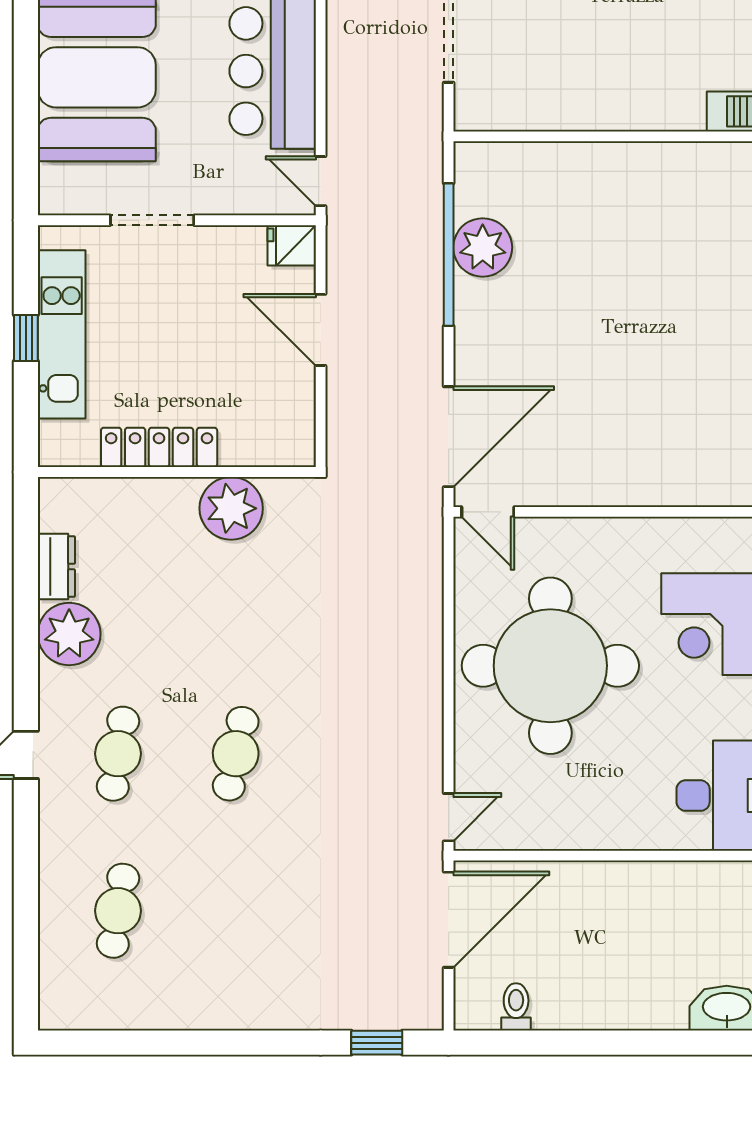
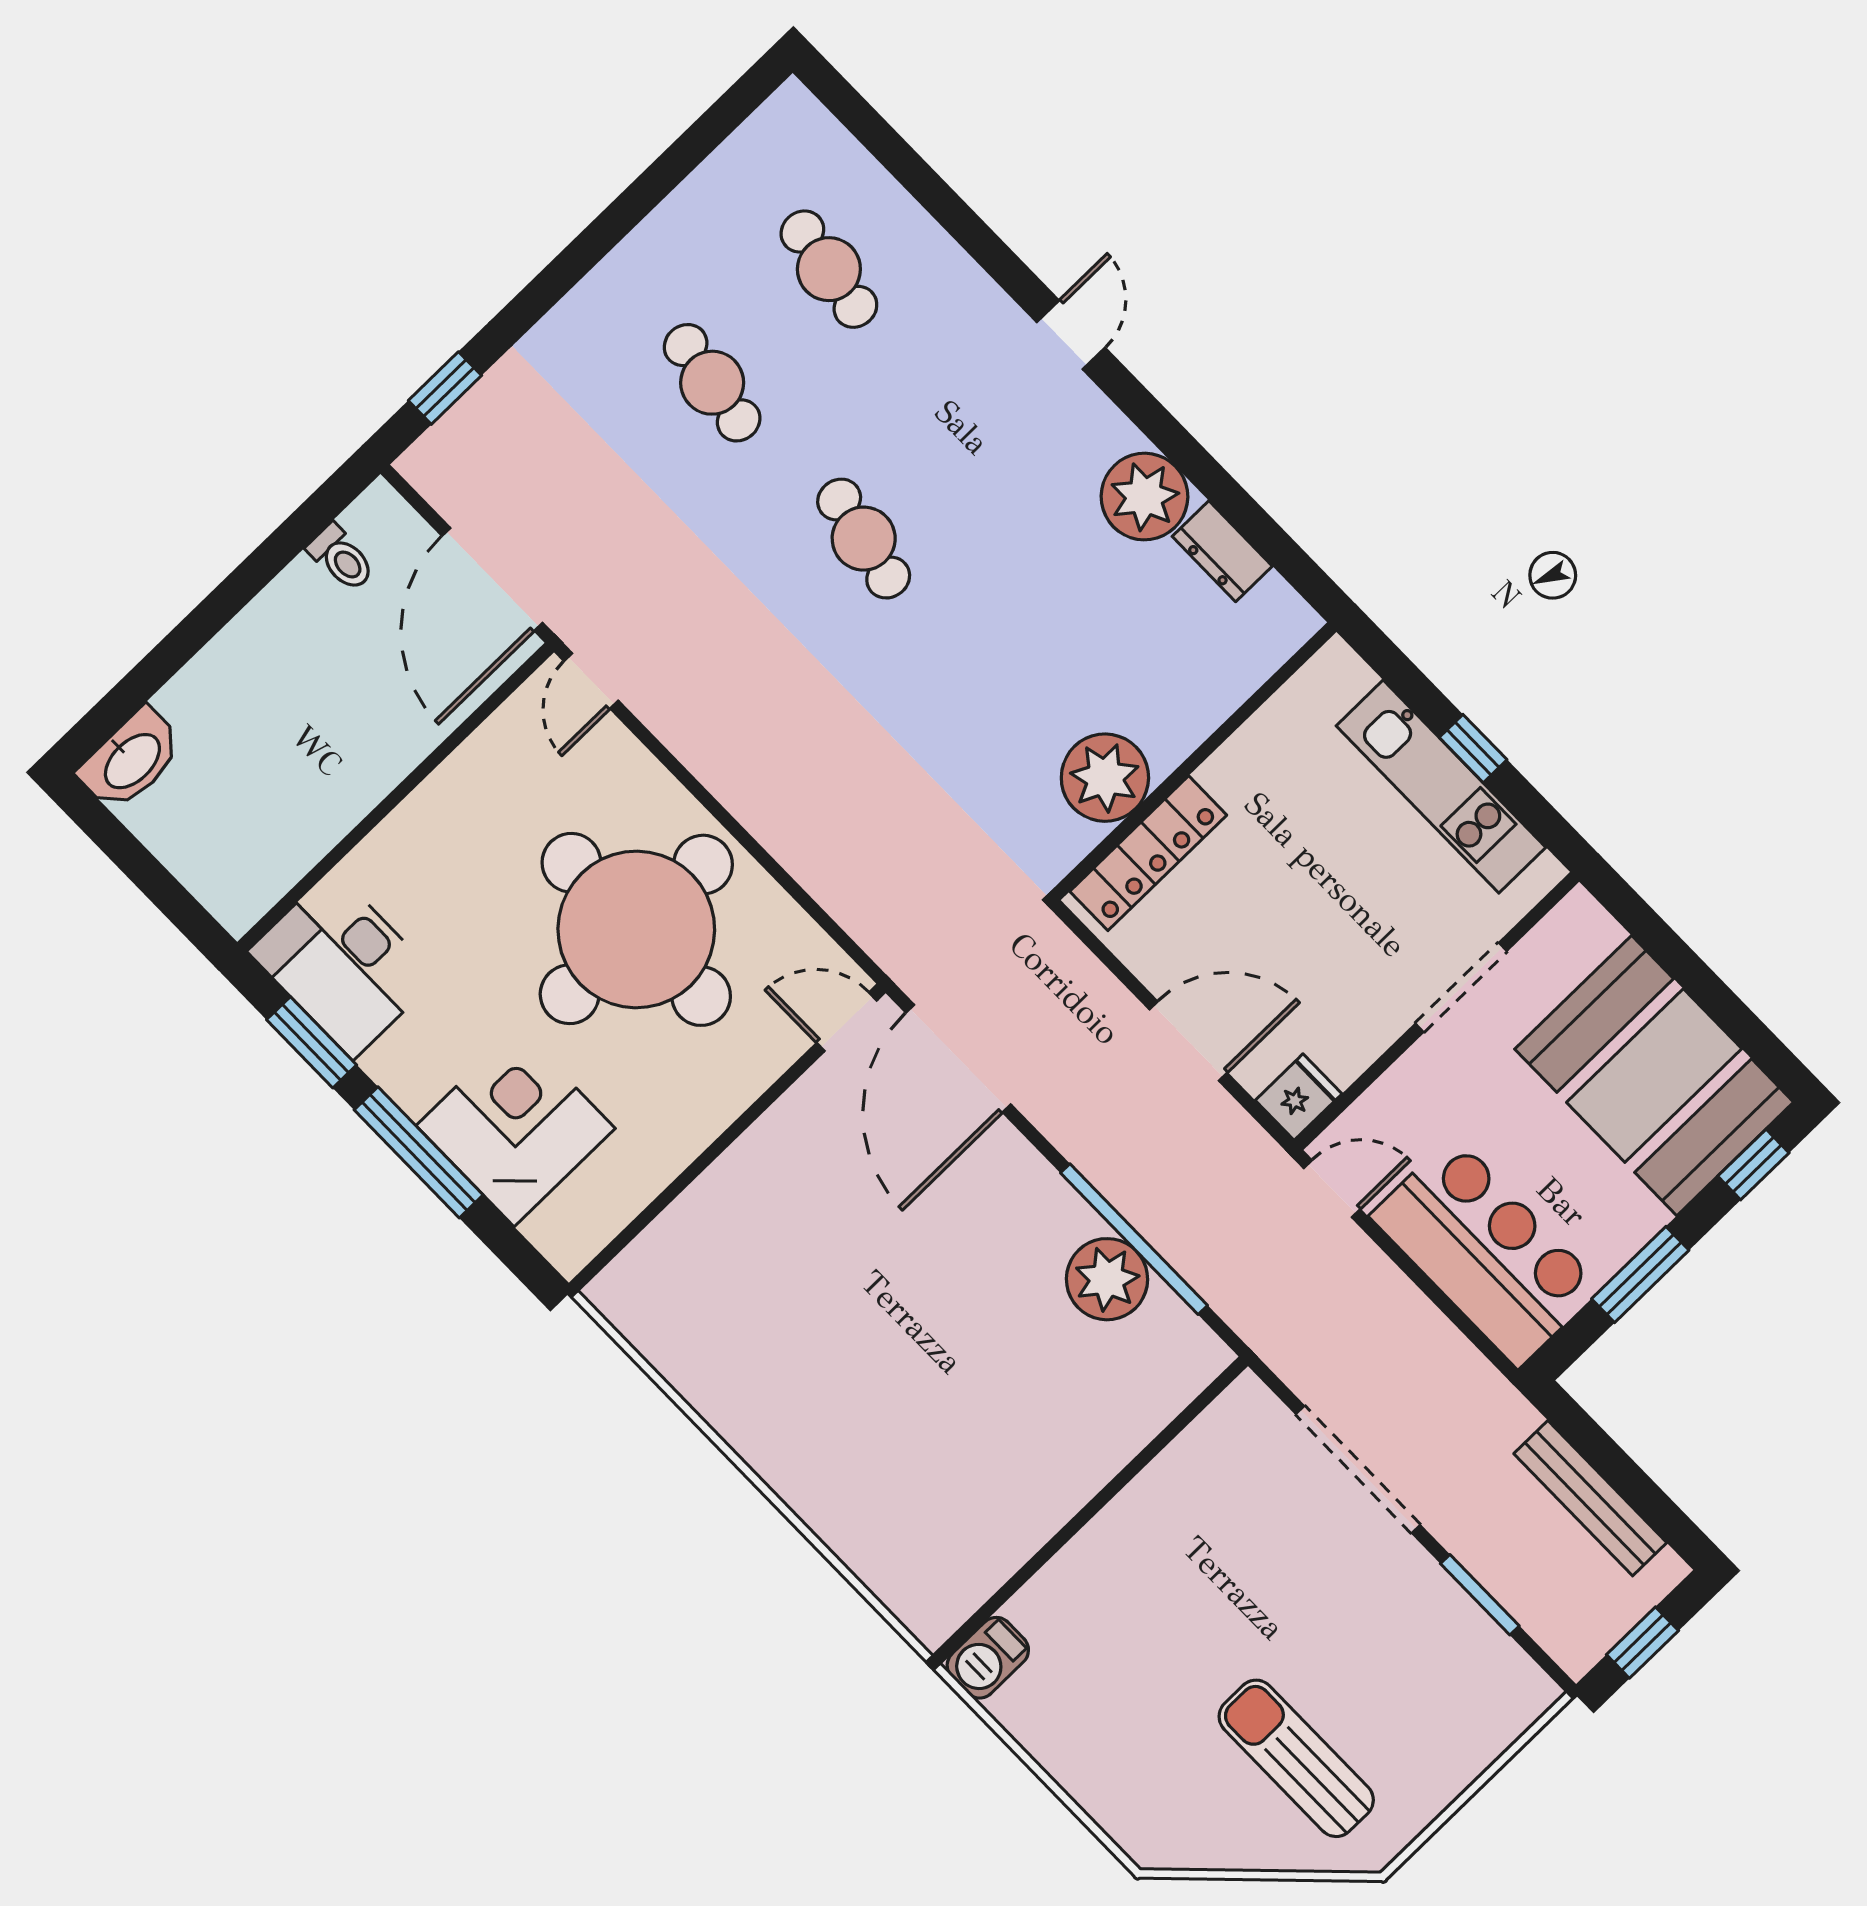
locker: (159, 447) -> (1148, 853), moved
cafe table: (118, 754) -> (712, 383), moved

